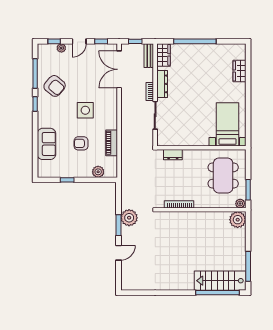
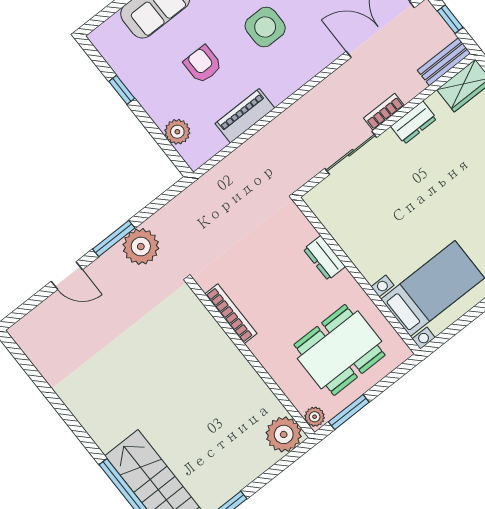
dresser: (162, 84) -> (414, 123), width x0.70
dresser: (173, 155) -> (324, 258), moved

